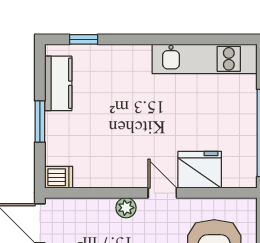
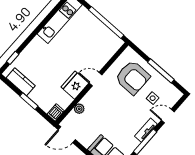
fridge: (200, 170) -> (75, 85), moved
plant: (126, 208) -> (79, 109), moved

